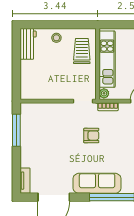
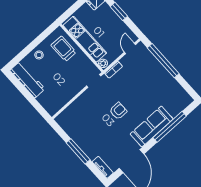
workbench: (28, 44) -> (27, 80), width x1.38
window: (16, 130) -> (78, 151), moved
armchair: (91, 136) -> (118, 111), moved

